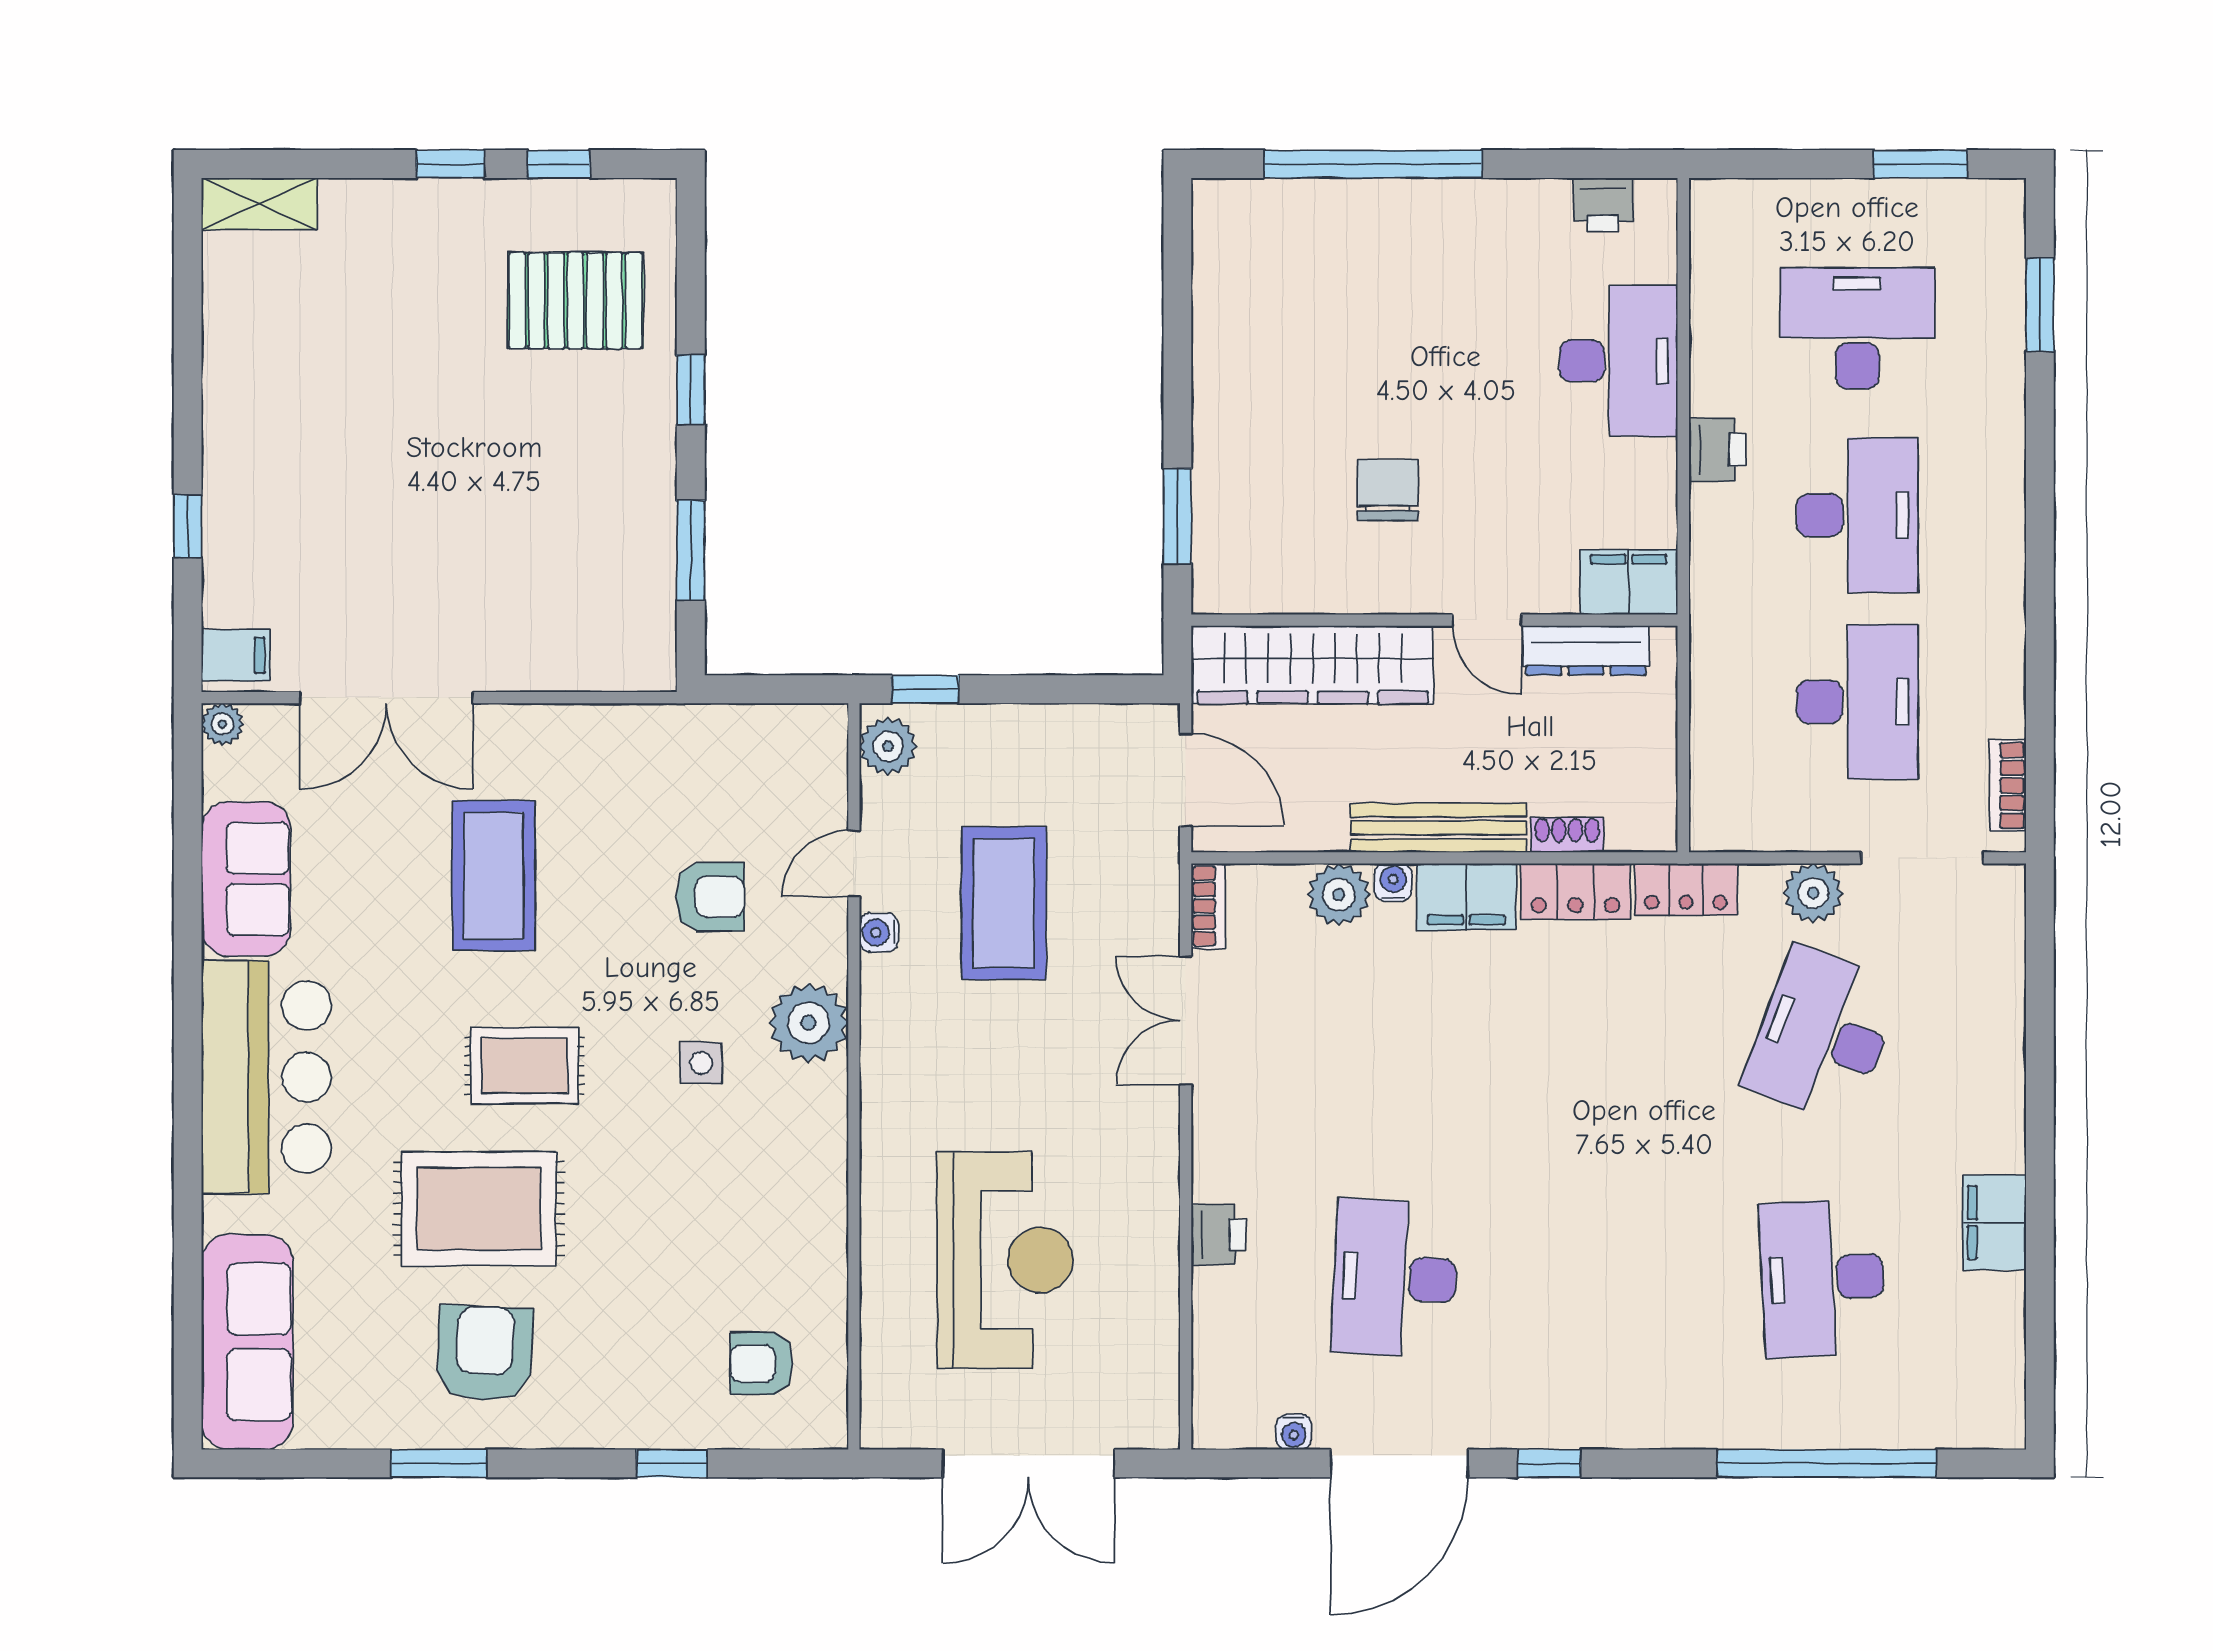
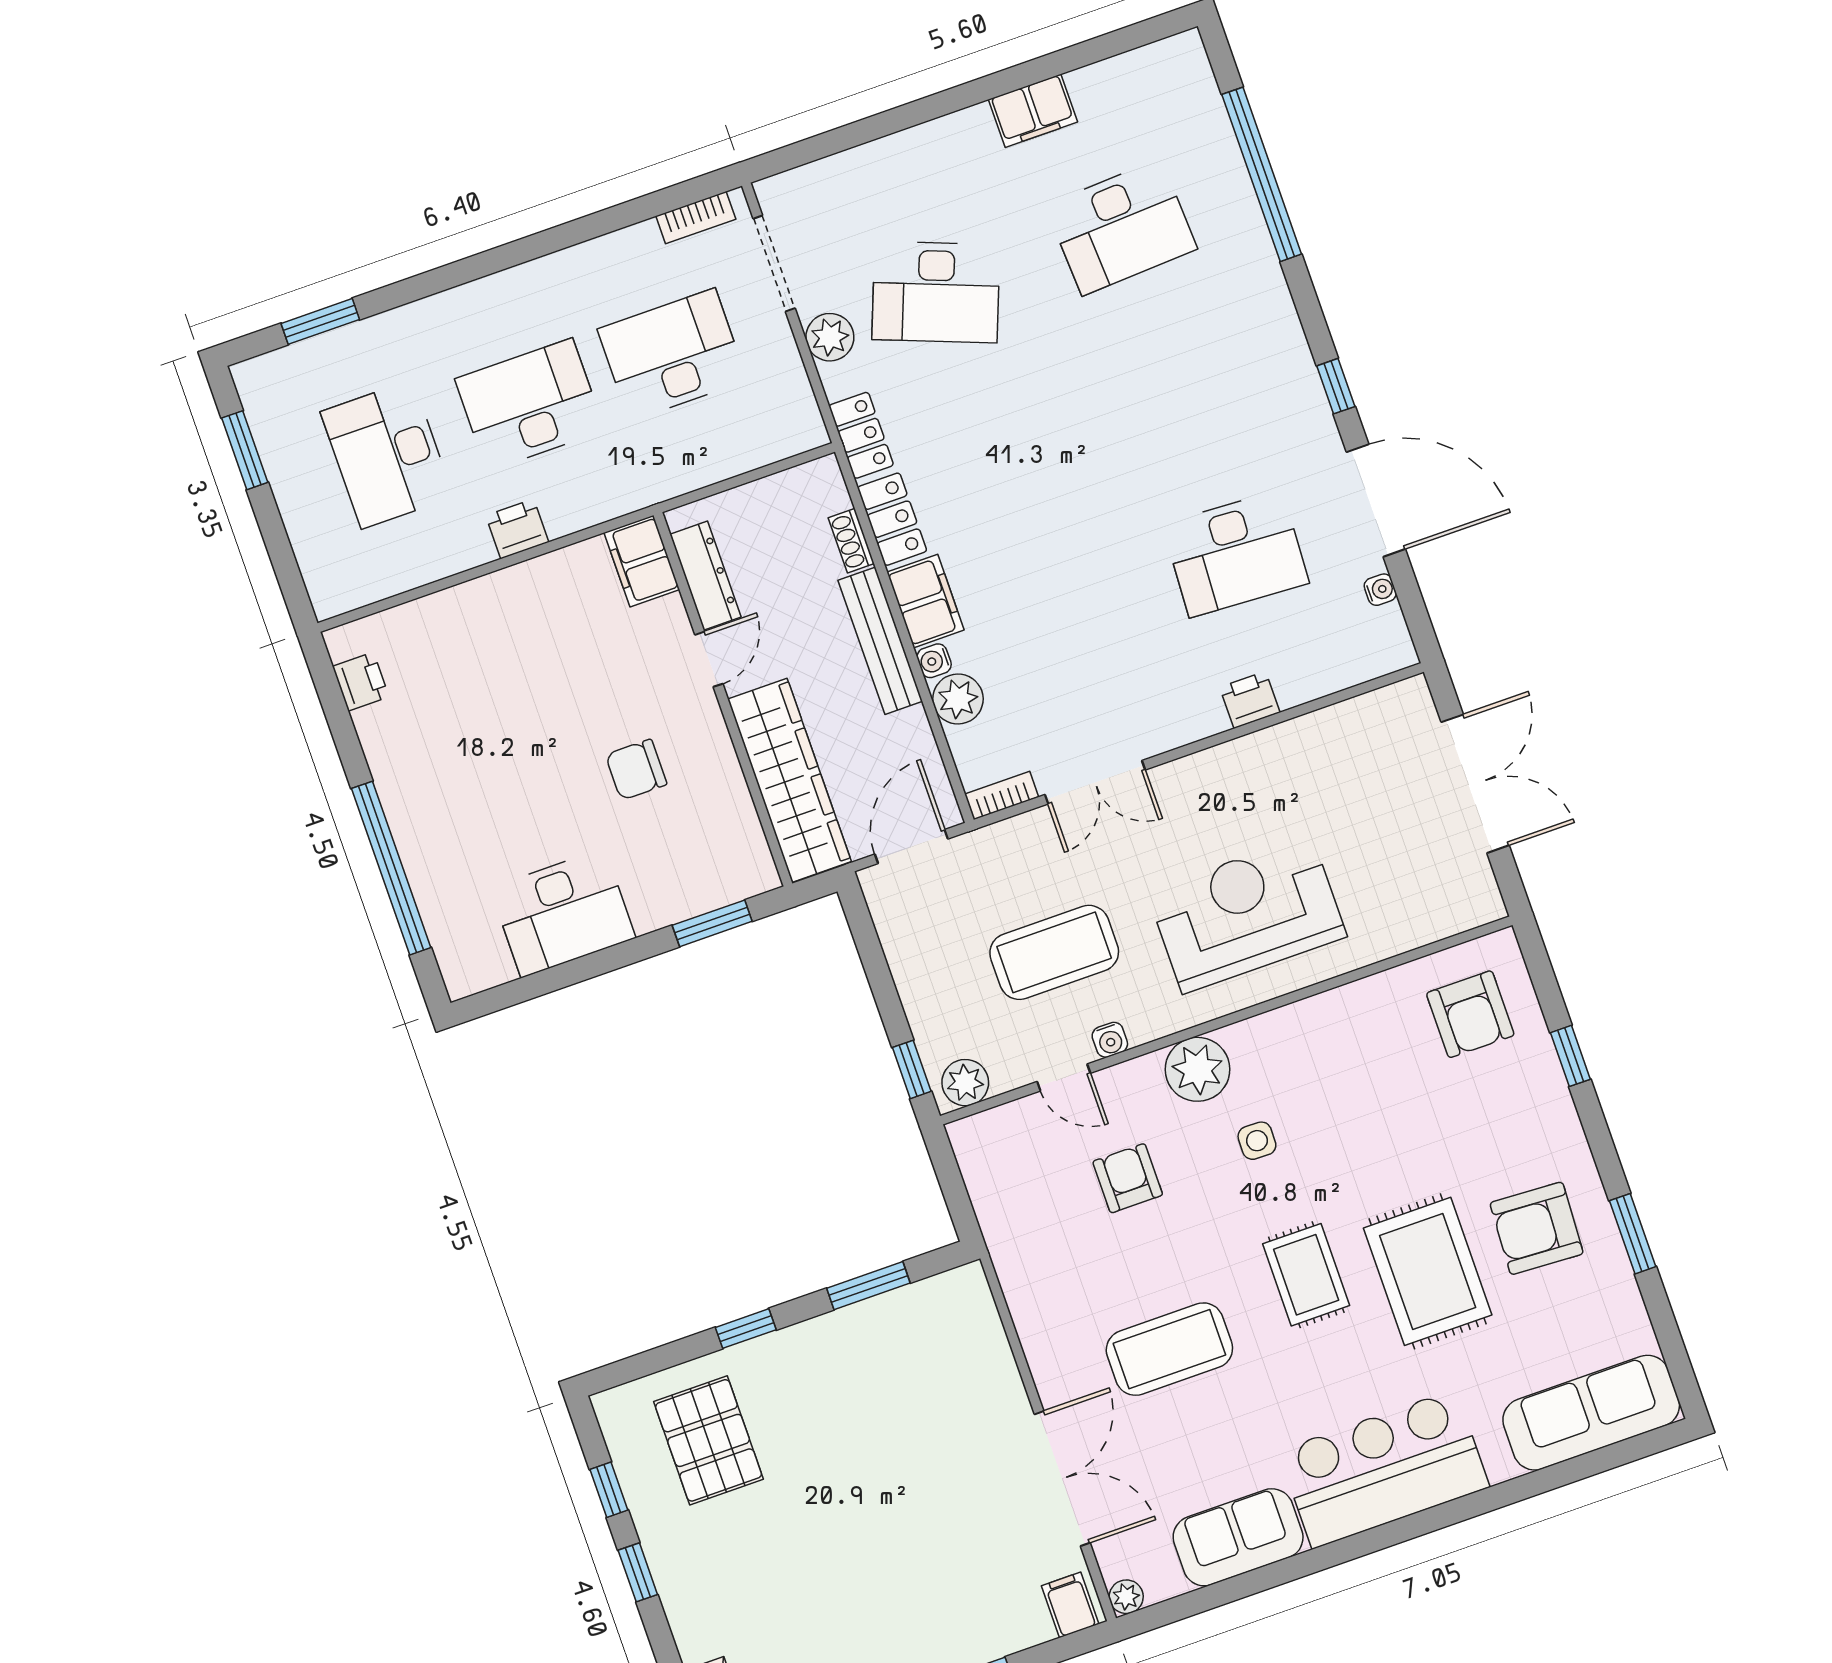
desk: (1619, 361) -> (563, 913), moved, turned 180
reception desk: (1005, 1260) -> (1247, 914), moved
armchair: (762, 1364) -> (1470, 1014), width x1.38, depth x1.38

